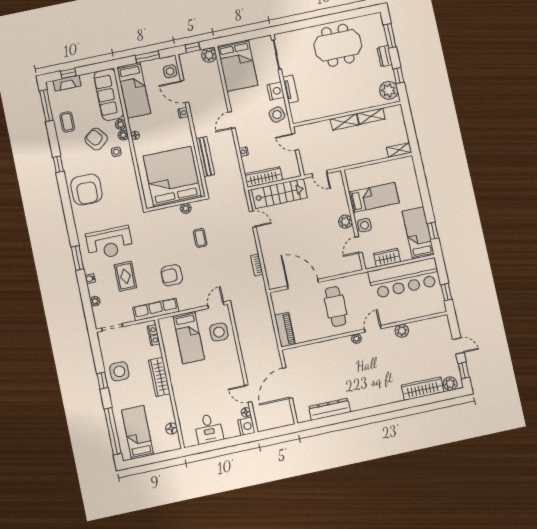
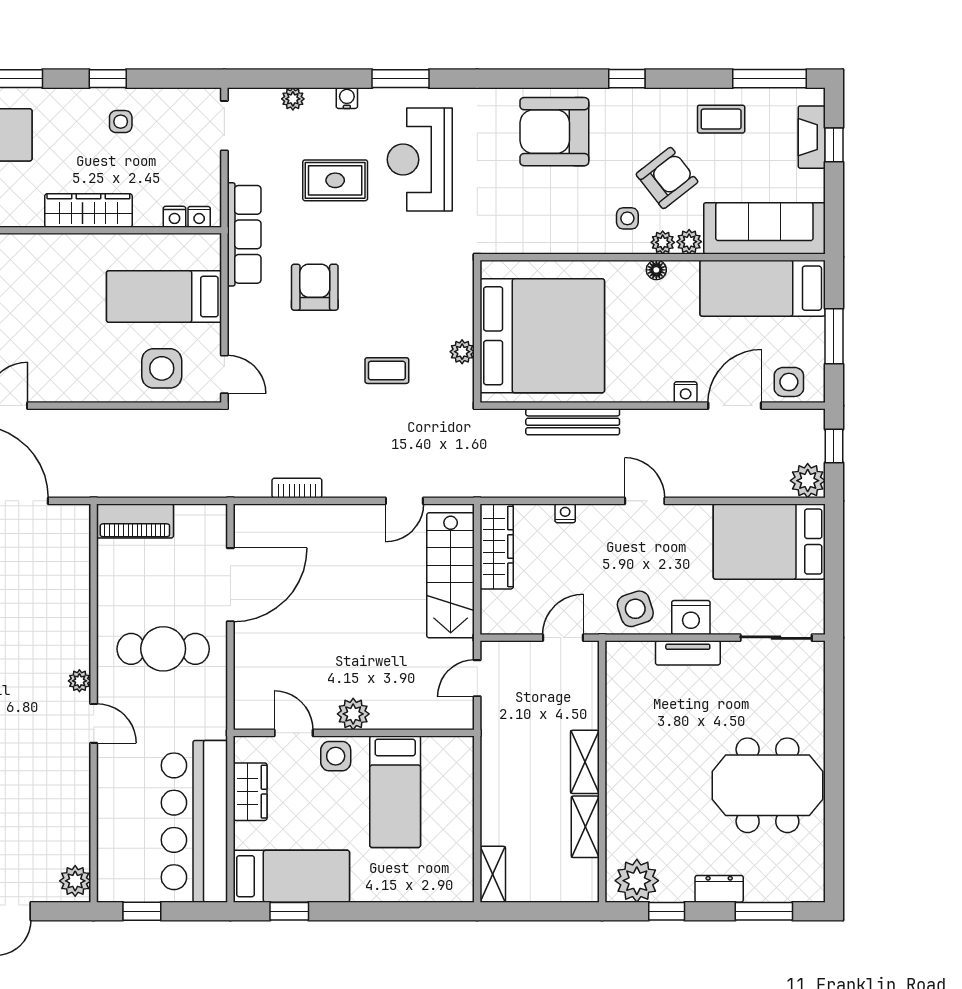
meeting table: (338, 45) -> (767, 785), turned 90
plant: (402, 331) -> (75, 881), moved
side table: (119, 371) -> (121, 122), width x0.54, depth x0.54

